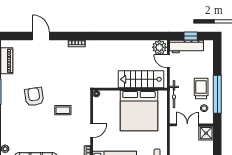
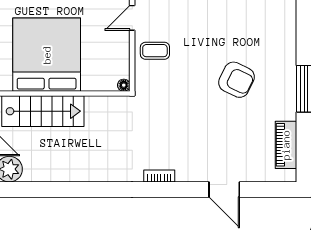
armchair: (34, 97) -> (236, 80), turned -55
coffee table: (63, 110) -> (155, 51), moved

